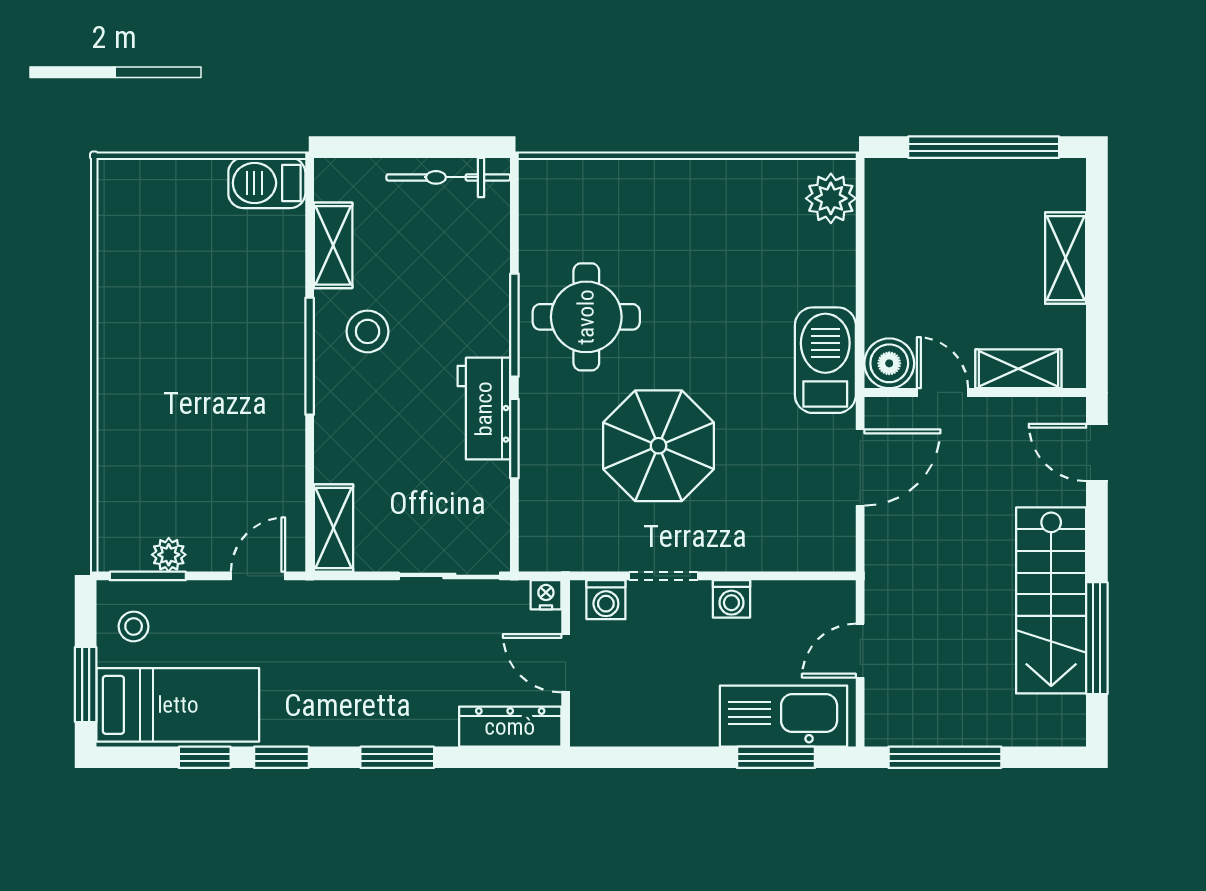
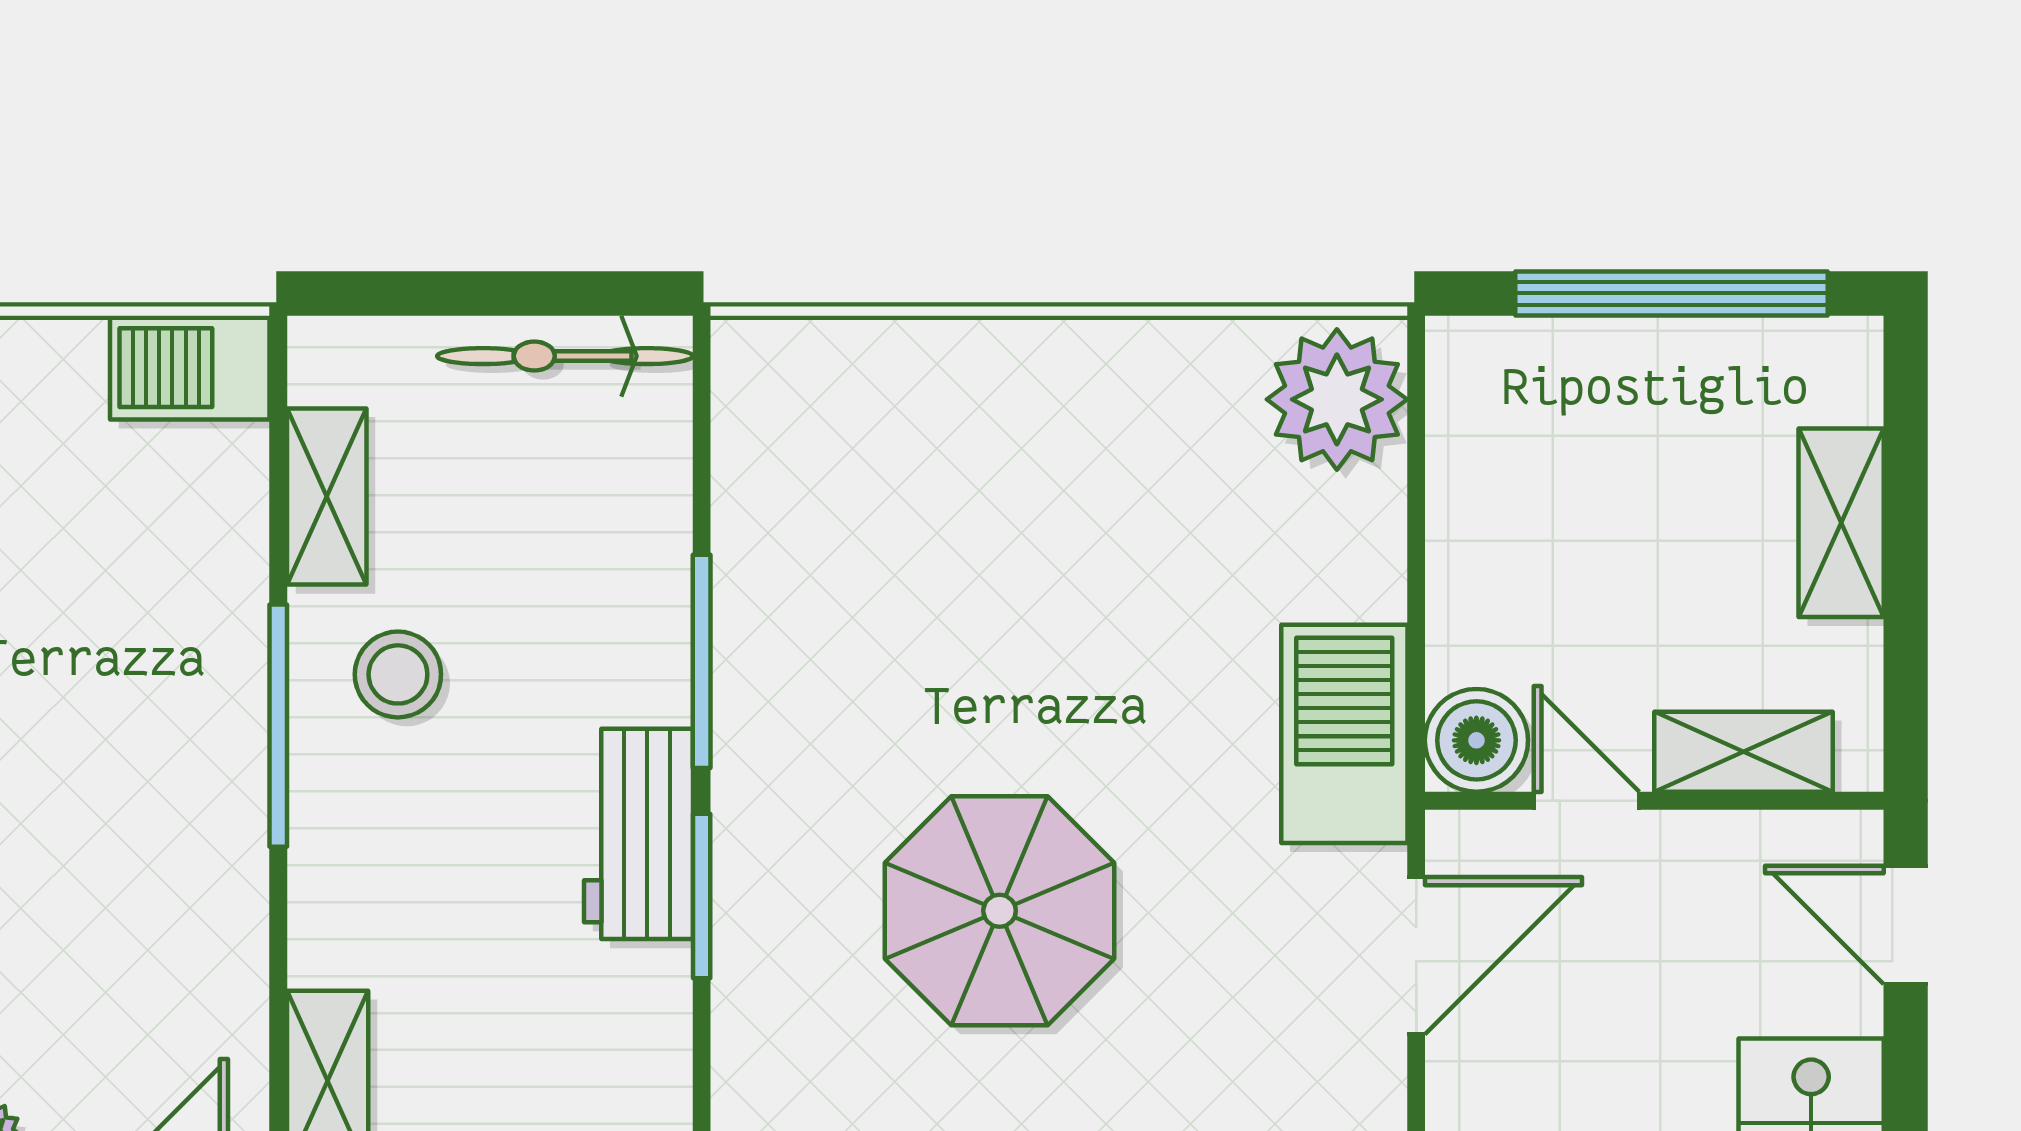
plant: (831, 198) -> (1337, 399), width x1.36, depth x1.36
round table: (586, 317) -> (850, 644), removed

